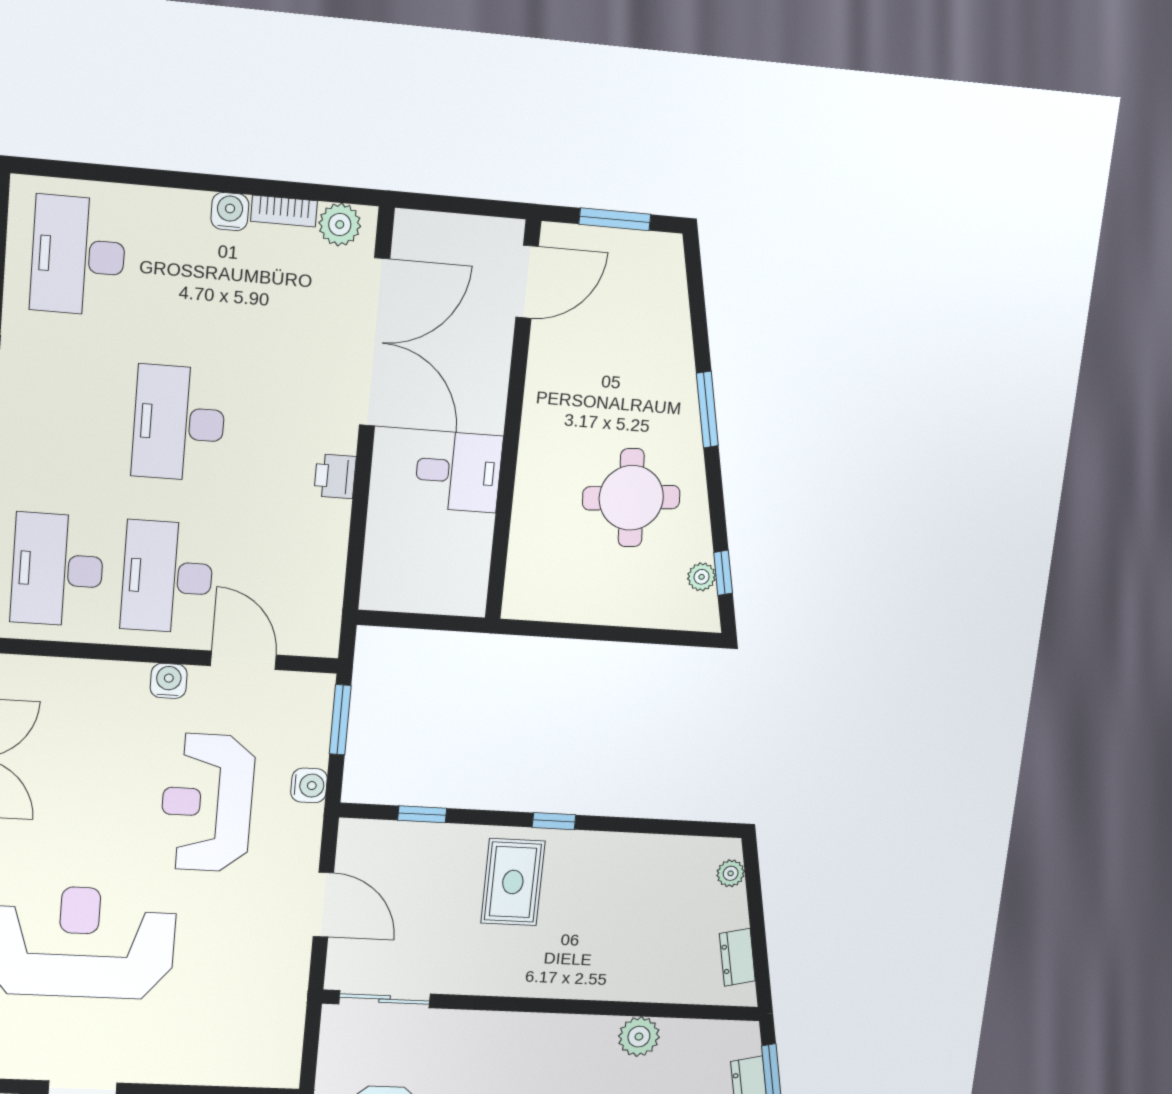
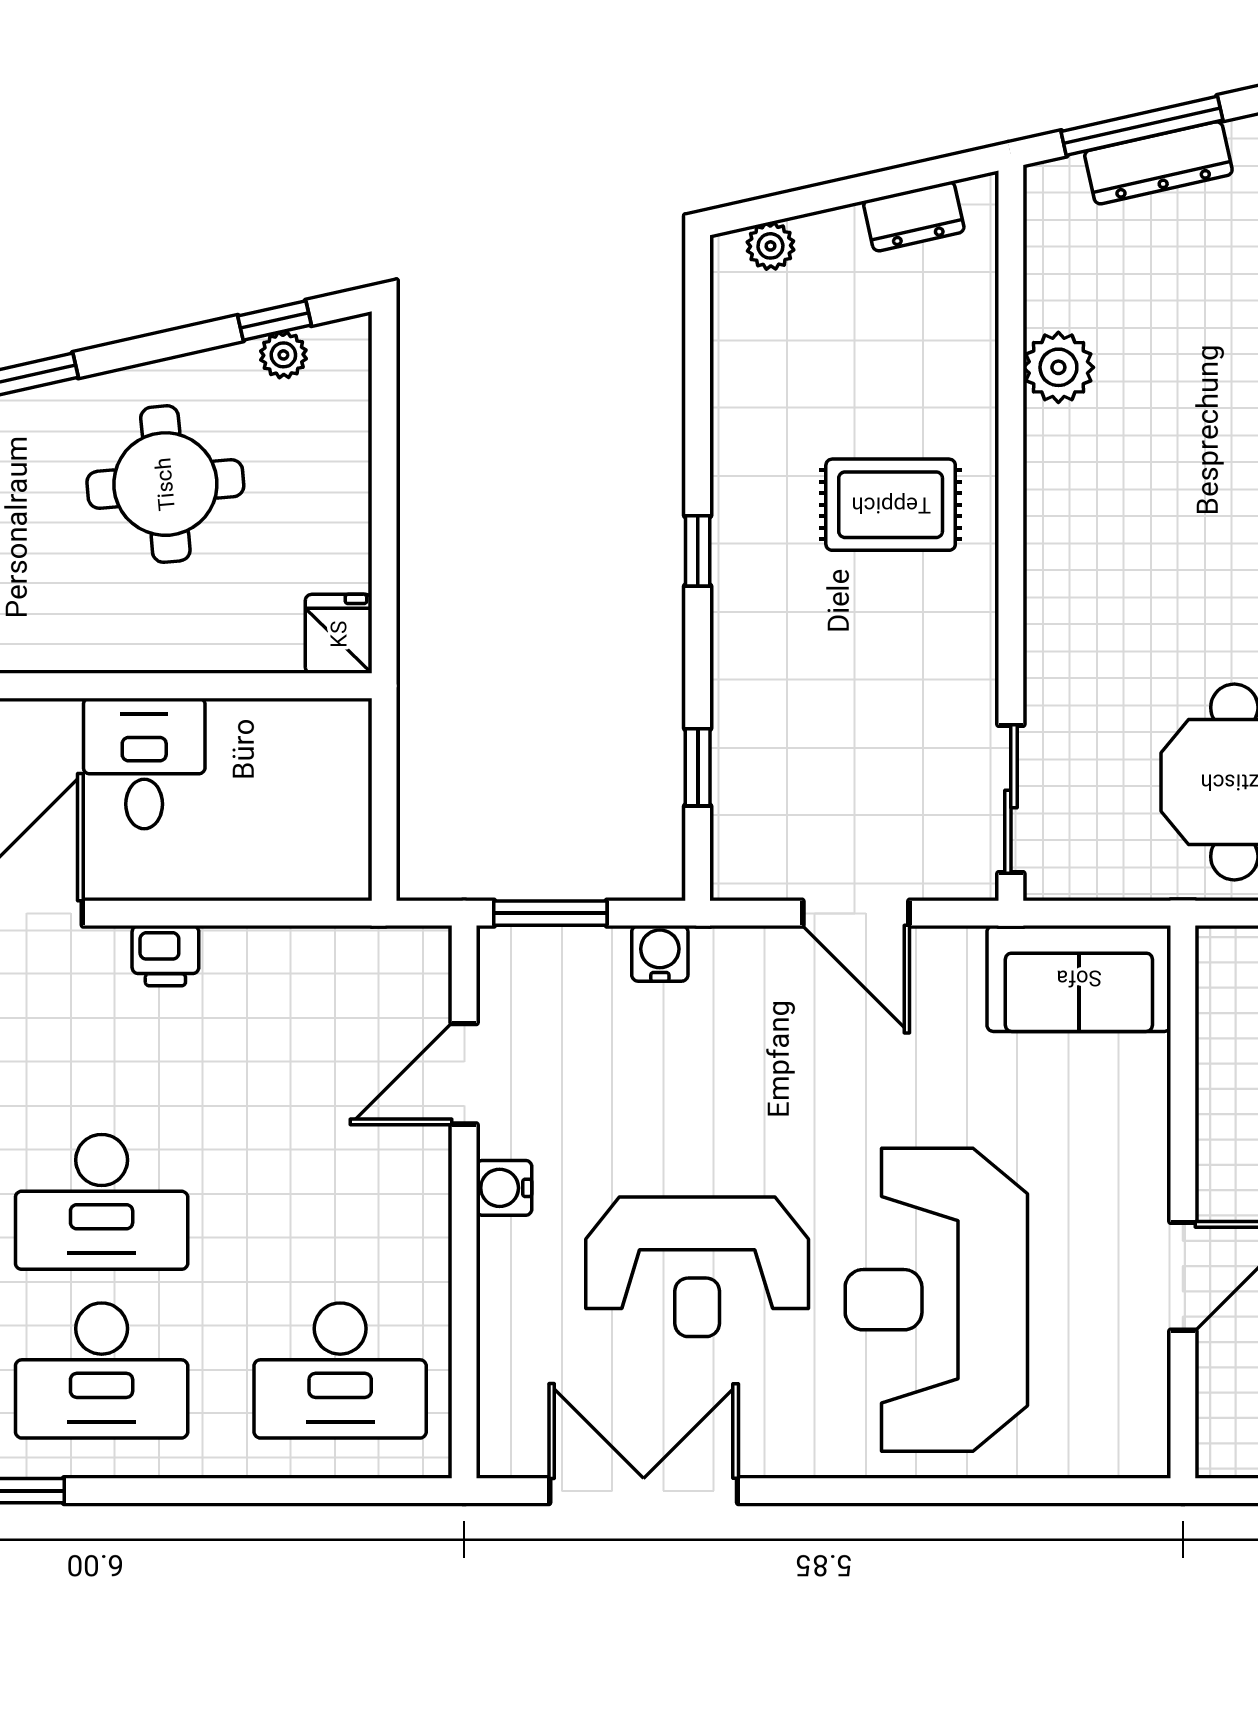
desk: (167, 577) -> (102, 1371), moved
fridge: (527, 600) -> (339, 634), added
reception desk: (207, 803) -> (697, 1267), moved
rug: (513, 882) -> (891, 505), moved
door: (323, 905) -> (856, 913), swing flipped
sofa: (271, 1035) -> (1079, 978), added

